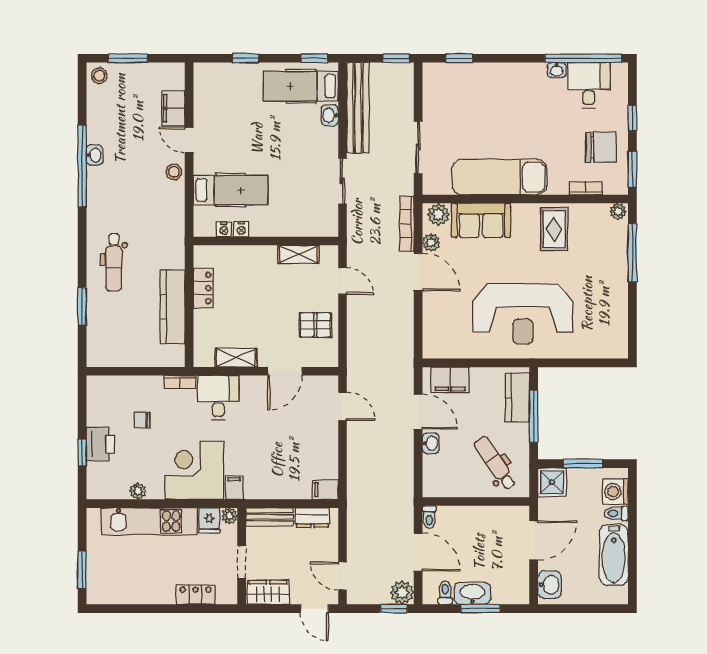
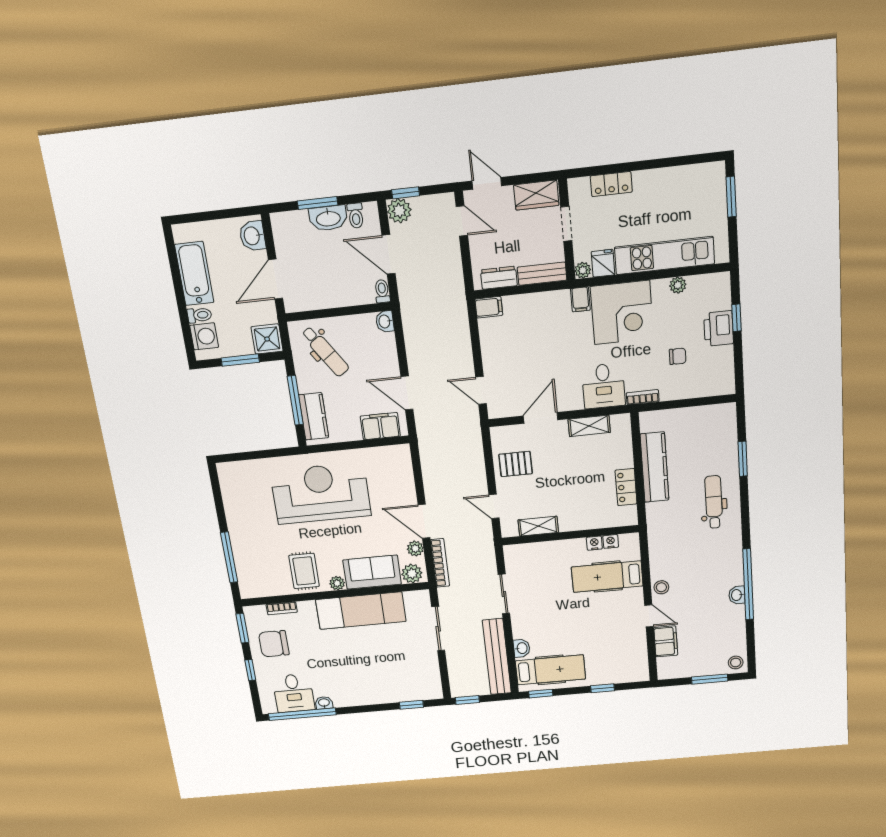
plant: (618, 211) -> (337, 583), moved
washbasin: (431, 443) -> (385, 321), moved

